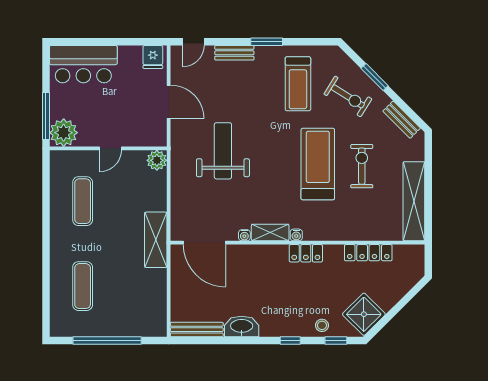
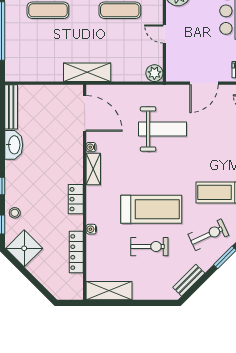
exercise bike: (348, 96) -> (208, 235), turned -147
shelving: (414, 201) -> (109, 291), width x0.68
water cooler: (296, 235) -> (91, 229), moved
door: (204, 243) -> (85, 113), swing flipped

